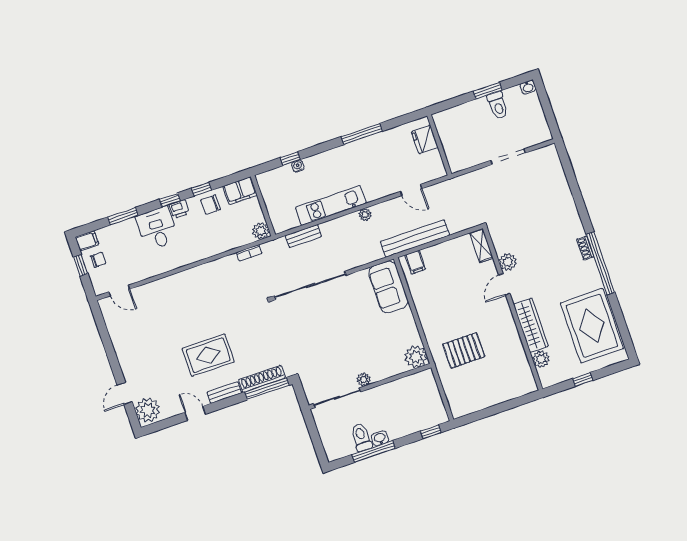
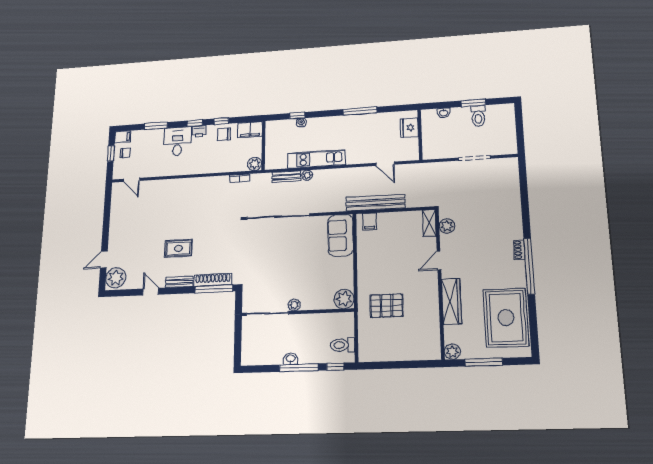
washbasin: (528, 87) -> (444, 113), moved
plant: (365, 215) -> (307, 175), moved
plant: (508, 262) -> (447, 226), moved
rug: (208, 355) -> (178, 248), width x0.73, depth x0.70
plant: (541, 359) -> (452, 352), moved
window: (583, 379) -> (484, 362), width x2.17
toilet: (361, 437) -> (343, 345), moved, turned -90
window: (374, 451) -> (299, 368), moved

